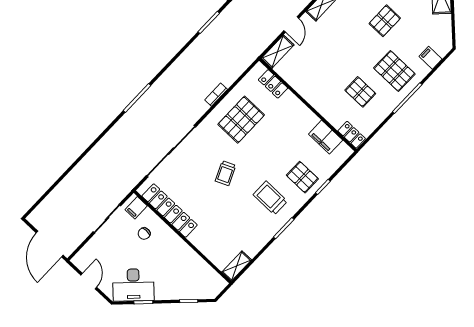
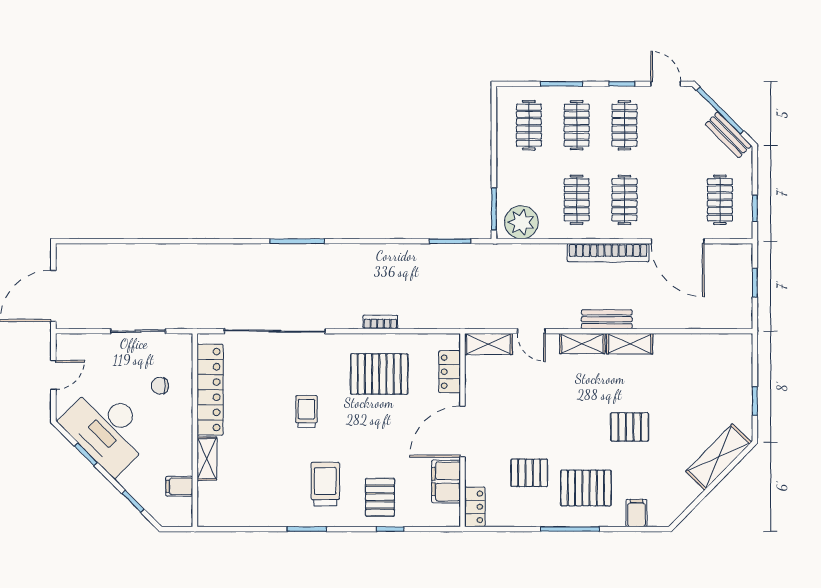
door: (291, 24) -> (531, 331), hinge flipped
pallet: (394, 71) -> (586, 488), turned 90
pallet: (360, 92) -> (529, 473), turned 90
door: (309, 106) -> (463, 432), added
trolley: (226, 173) -> (306, 411), turned 114
filing cabinet: (136, 208) -> (179, 486), moved
shelving: (237, 266) -> (207, 459), moved, turned 90
desk: (133, 285) -> (107, 429), width x1.36, depth x1.30

